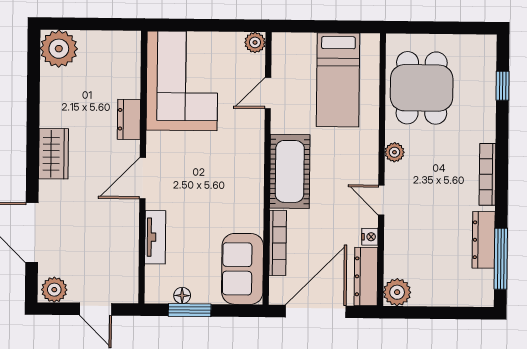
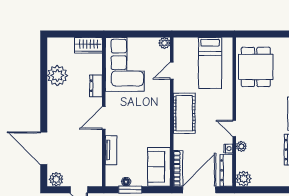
plant: (59, 49) -> (57, 76), moved
plant: (394, 152) -> (241, 146), moved
wardrobe: (54, 154) -> (88, 45), moved, turned 90
bookcase: (278, 243) -> (178, 168), moved

